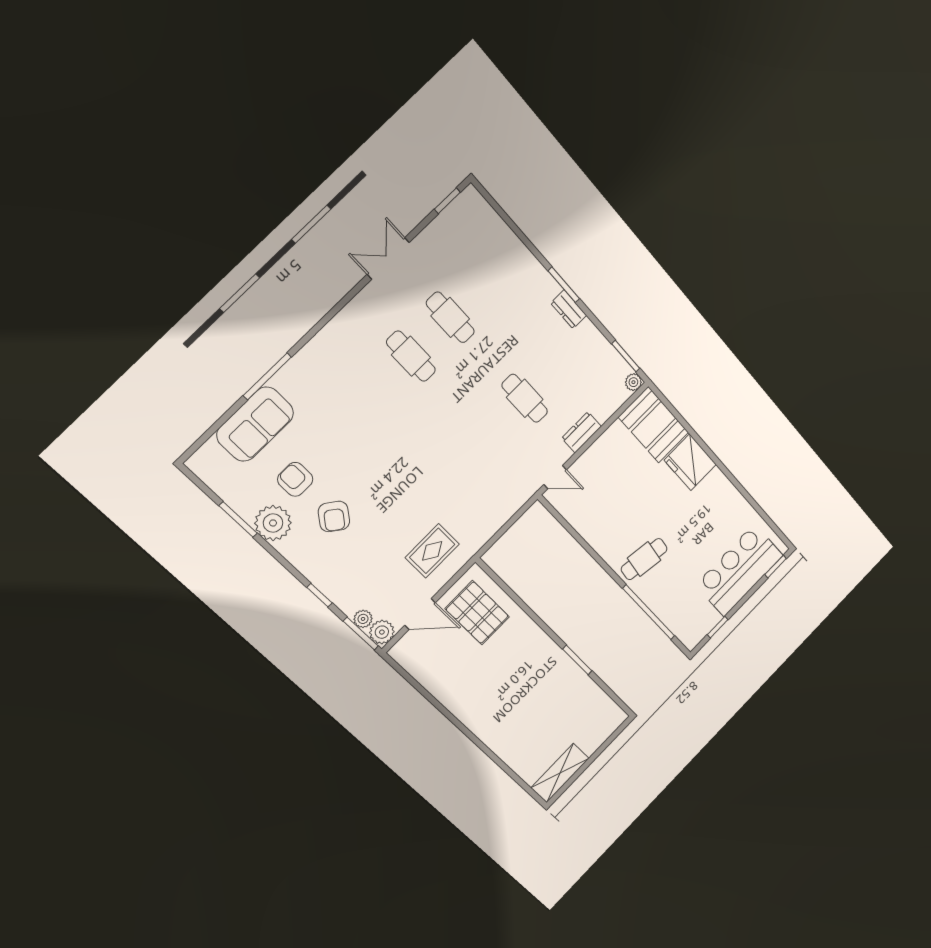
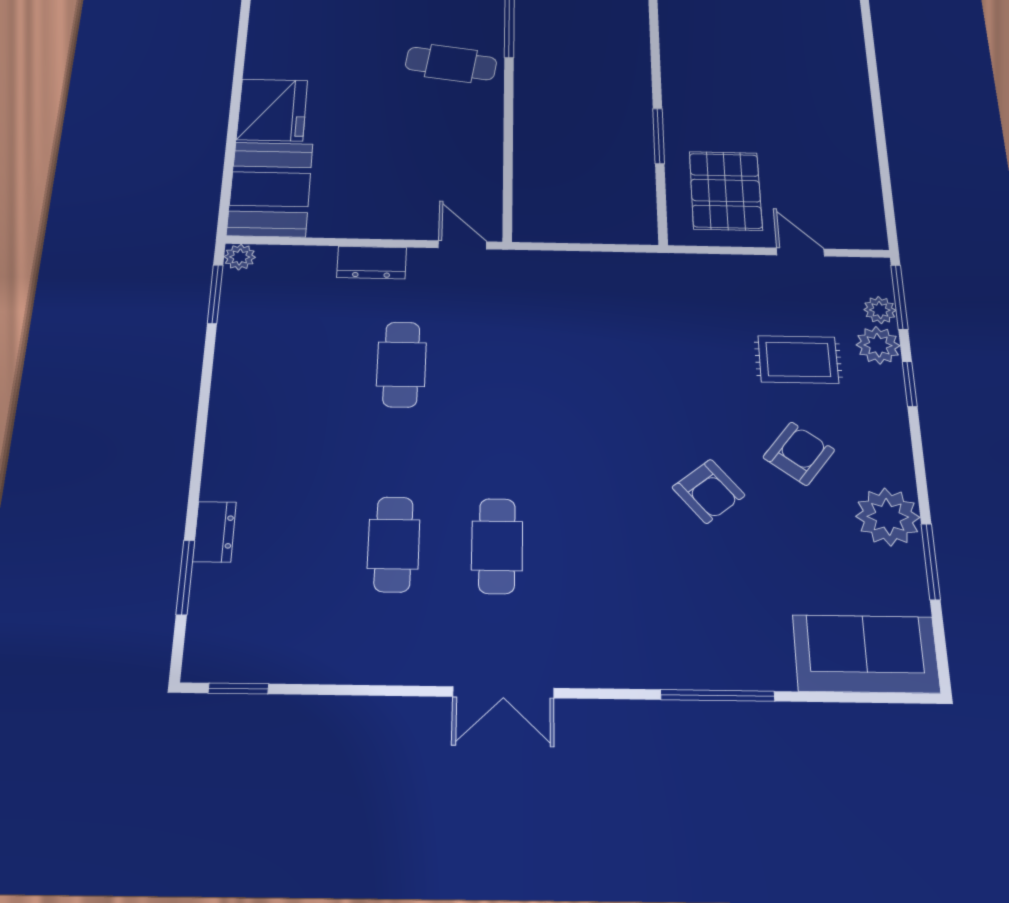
double door: (388, 258) -> (503, 692), moved
window: (564, 285) -> (185, 577), moved
dresser: (569, 309) -> (214, 532), moved
sofa: (255, 424) -> (866, 654), moved
armchair: (295, 479) -> (709, 491), moved, turned -39
rug: (432, 551) -> (798, 360), moved
door: (420, 614) -> (800, 252), width x0.73
plant: (382, 632) -> (878, 345), moved
window: (577, 660) -> (659, 136), moved

